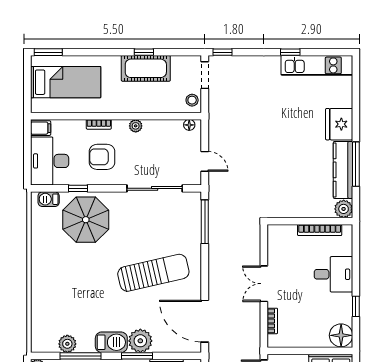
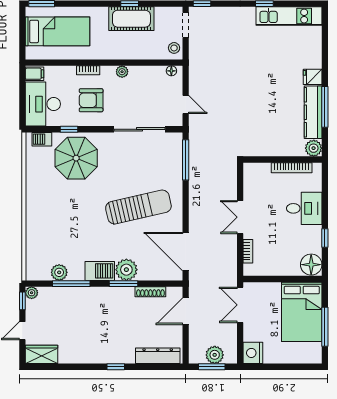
fridge: (339, 124) -> (313, 77), width x0.53, depth x0.75

